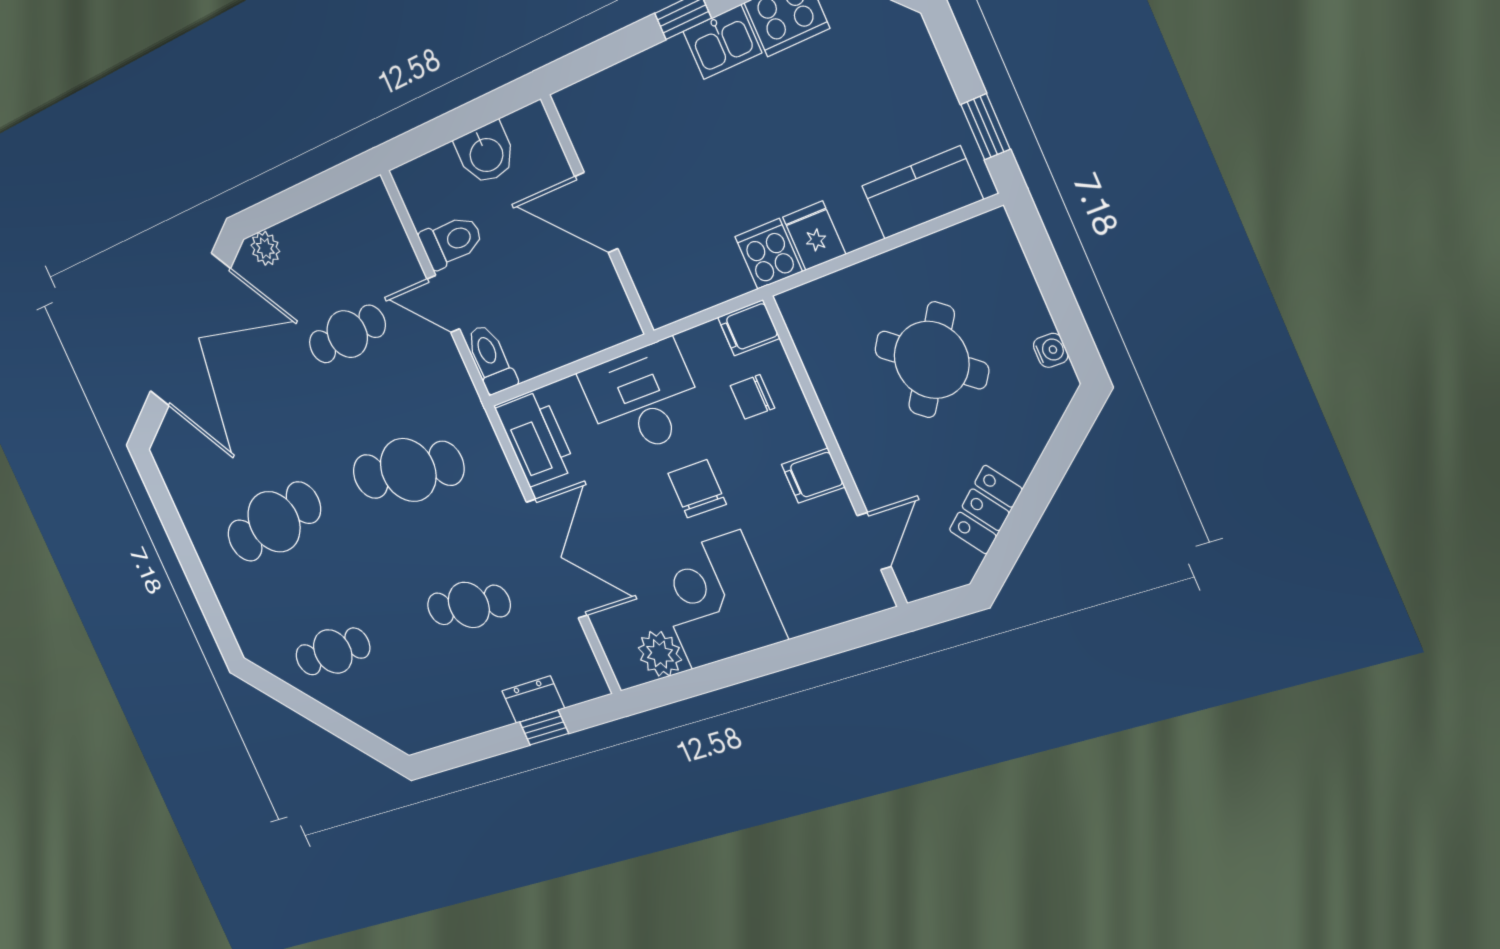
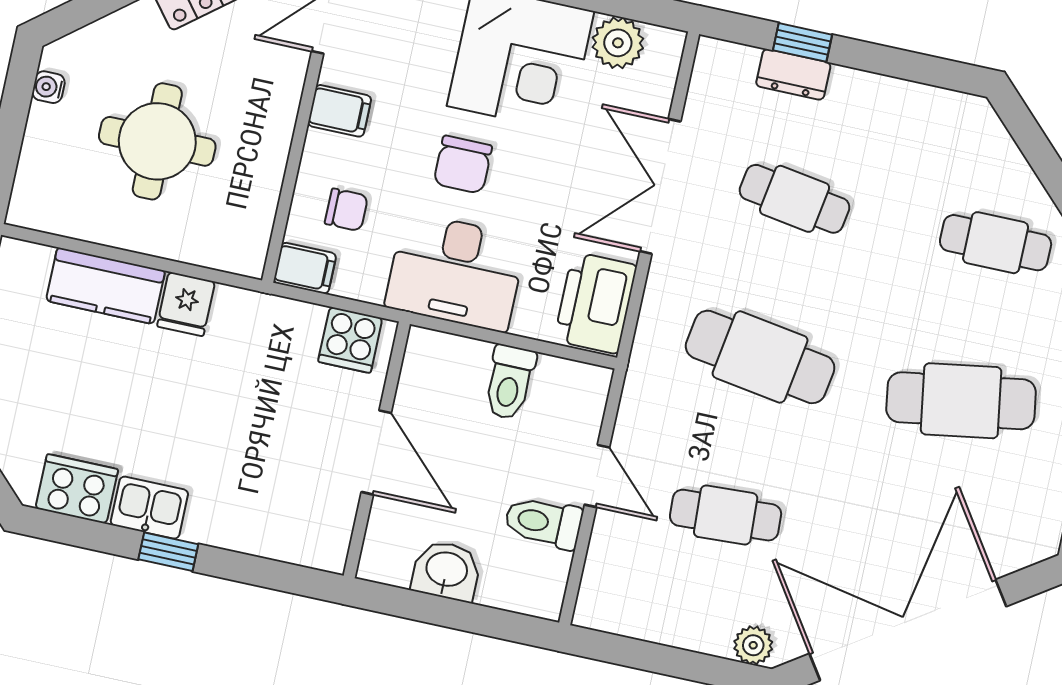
kitchen counter: (922, 193) -> (106, 286), moved
cooker: (769, 254) -> (350, 340), moved
toilet: (491, 359) -> (509, 382), moved
round table: (932, 360) -> (157, 141), turned -36

